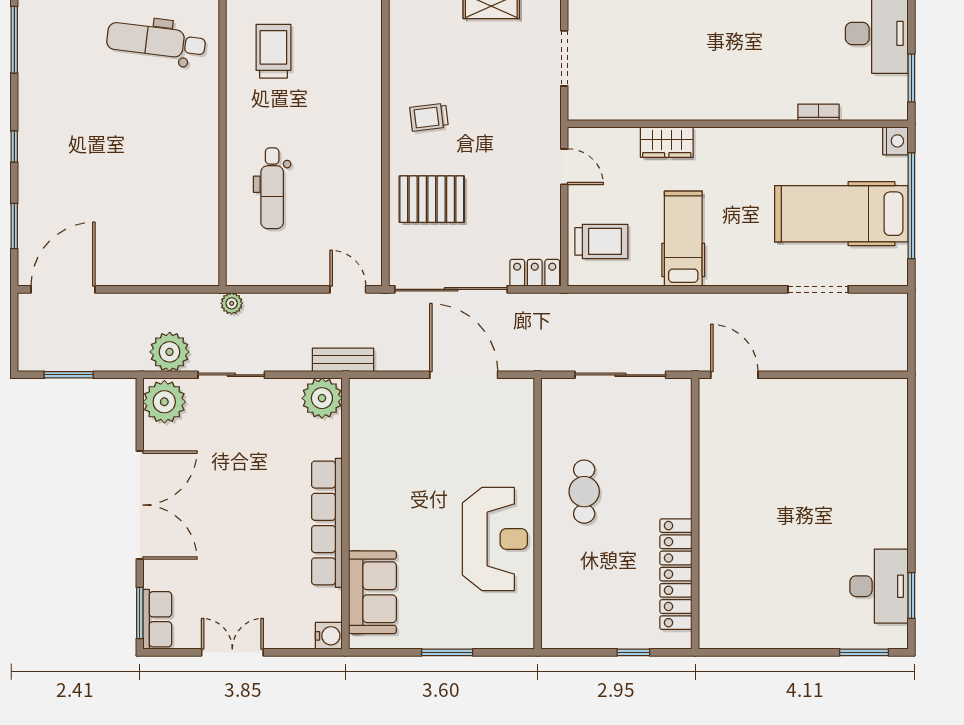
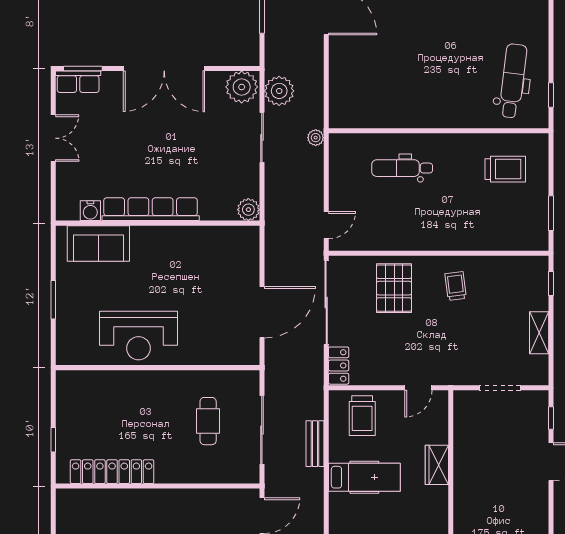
bench: (343, 360) -> (315, 444), moved
plant: (322, 398) -> (248, 210), width x0.73, depth x0.73
cafe table: (584, 492) -> (208, 421), moved, turned 90
water cooler: (329, 636) -> (90, 211), moved

